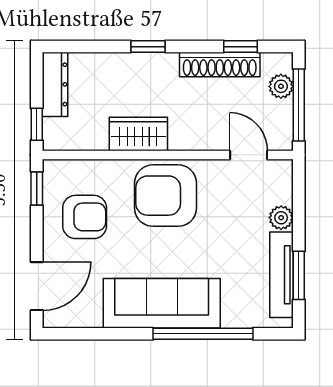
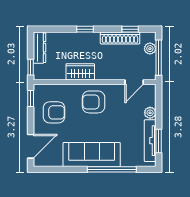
door: (249, 155) -> (134, 82), swing flipped
armchair: (166, 196) -> (94, 102), width x0.73, depth x0.73

